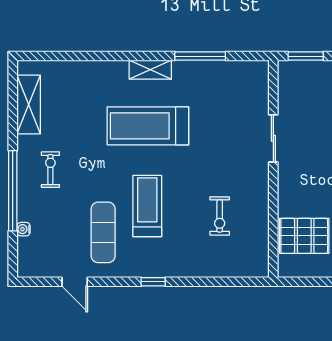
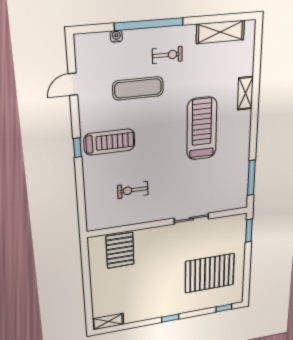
window: (200, 56) -> (251, 178), moved
shelving: (150, 70) -> (245, 93), moved
treadmill: (147, 206) -> (109, 142), moved
exercise mat: (103, 232) -> (138, 88), moved

